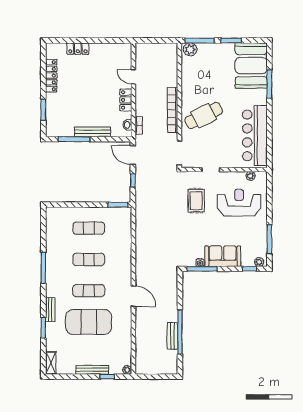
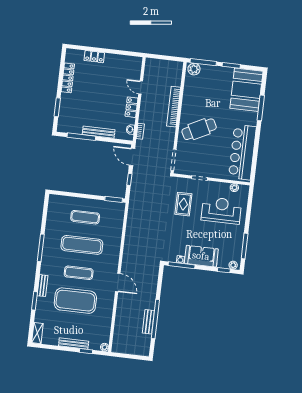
bookcase: (172, 110) -> (174, 107), moved
exercise mat: (89, 259) -> (82, 245), width x1.36, depth x1.45

